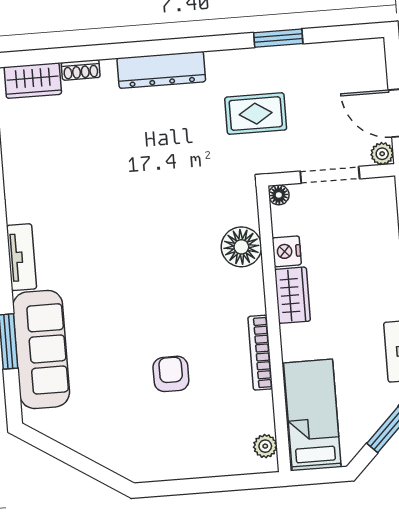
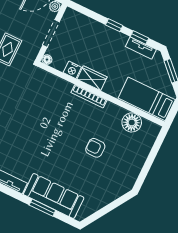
floor lamp: (241, 247) -> (132, 122), moved
bookcase: (260, 353) -> (89, 96), moved
plant: (265, 446) -> (148, 126), removed

